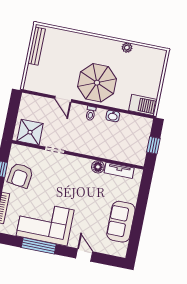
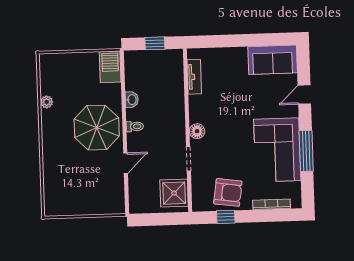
bench: (37, 46) -> (70, 209), removed
floor lamp: (98, 167) -> (197, 131), moved
sofa: (121, 222) -> (273, 60), moved

